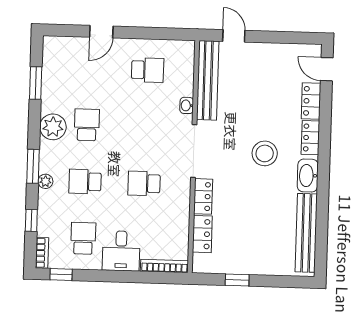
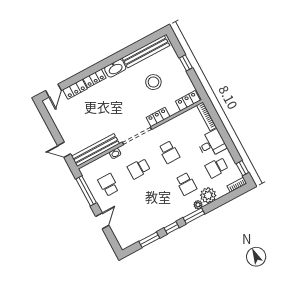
door: (101, 32) -> (102, 221), hinge flipped
window: (157, 33) -> (86, 191), added
door: (234, 36) -> (64, 150), hinge flipped
school desk: (87, 125) -> (139, 168), moved
plant: (53, 127) -> (208, 195), moved
stool: (265, 153) -> (153, 82), moved
window: (31, 220) -> (172, 228), moved
locker: (202, 234) -> (188, 101), moved
window: (237, 280) -> (186, 63), moved

